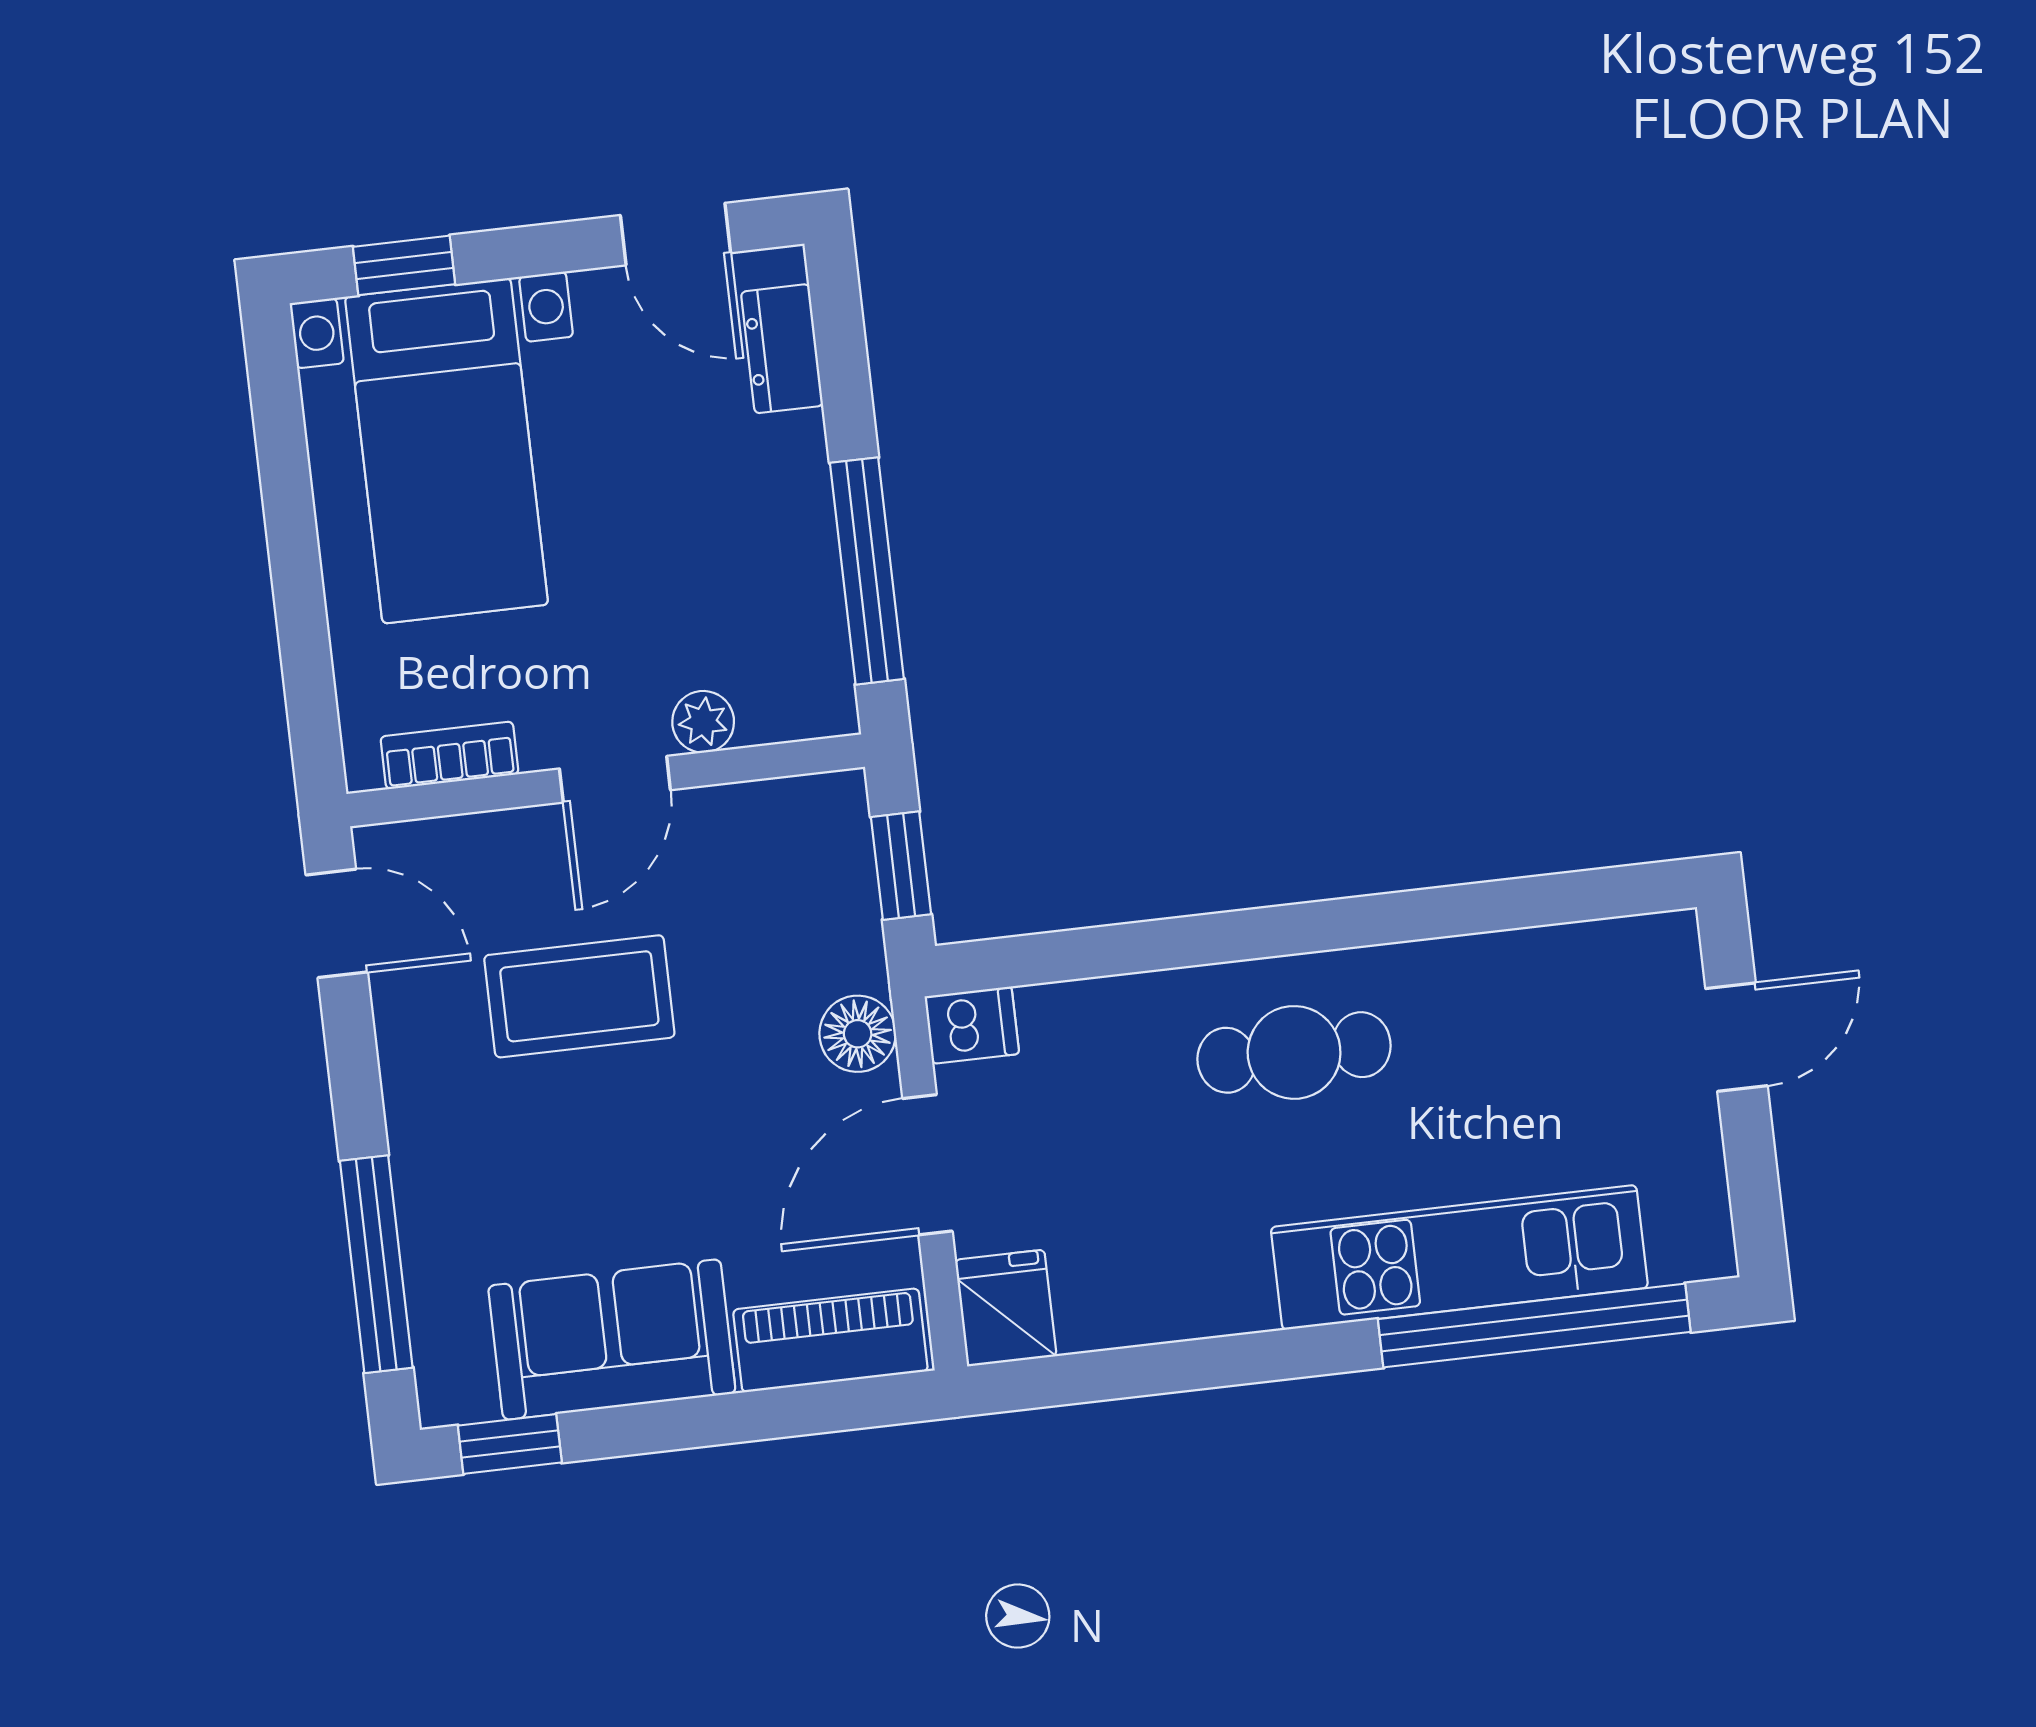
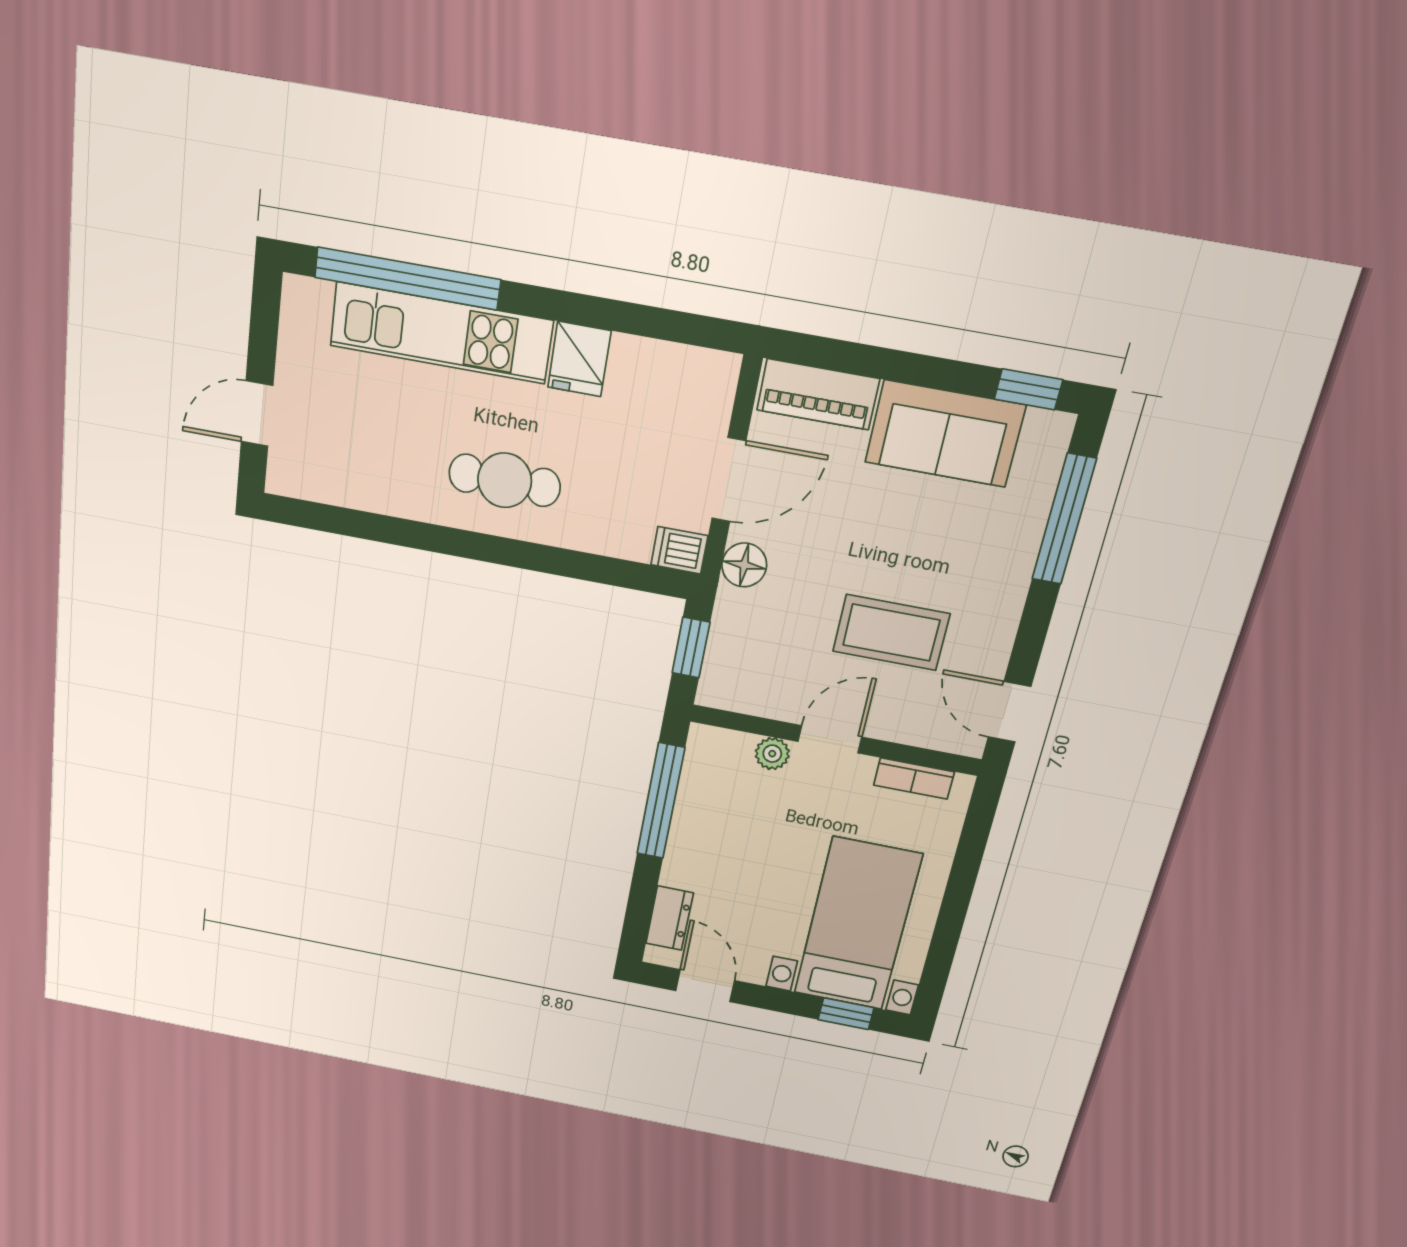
fridge: (1006, 1308) -> (579, 359), moved

